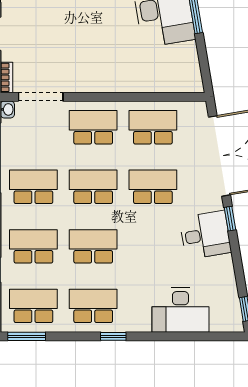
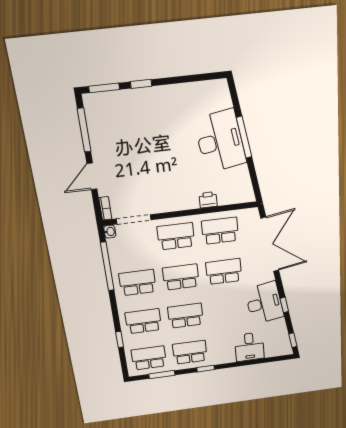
printer: (141, 83) -> (208, 200), added
window: (230, 219) -> (284, 305), moved
desk: (205, 235) -> (264, 303), width x1.37
desk: (180, 310) -> (249, 347), width x0.73
window: (27, 336) -> (162, 375), moved

